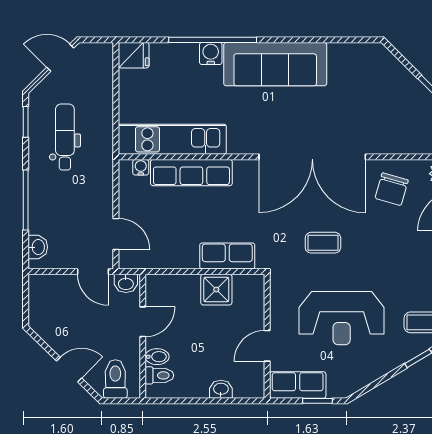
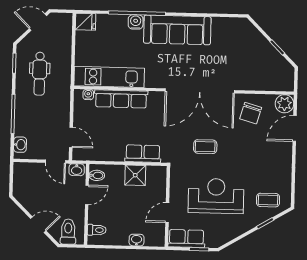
dental chair: (65, 137) -> (40, 74), turned 180
reception desk: (342, 318) -> (216, 196), turned 180
bidet: (157, 357) -> (97, 175), moved

